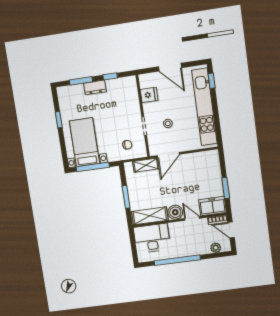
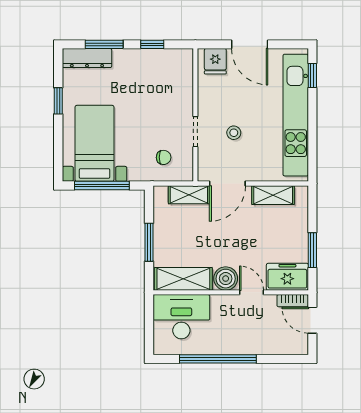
dresser: (95, 87) -> (87, 58), moved, width x1.44
fridge: (149, 95) -> (215, 61), moved, turned 90
shelving: (197, 158) -> (273, 195), added
plant: (216, 248) -> (283, 346), removed

